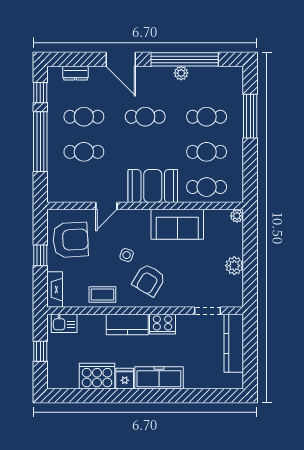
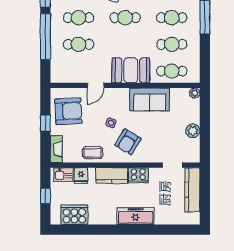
cooker: (97, 376) -> (74, 215), moved
fridge: (125, 379) -> (81, 176), moved, turned 180

